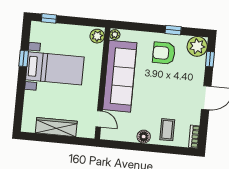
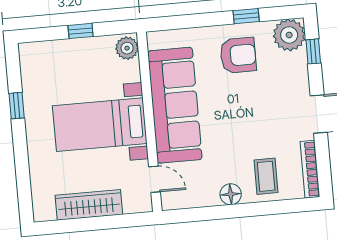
window: (49, 18) -> (81, 31), moved
plant: (115, 35) -> (155, 40), removed
armchair: (164, 53) -> (238, 55), turned 180
bed with nightstands: (55, 68) -> (100, 125), moved, turned 180
bookcase: (194, 137) -> (310, 169), width x1.56

